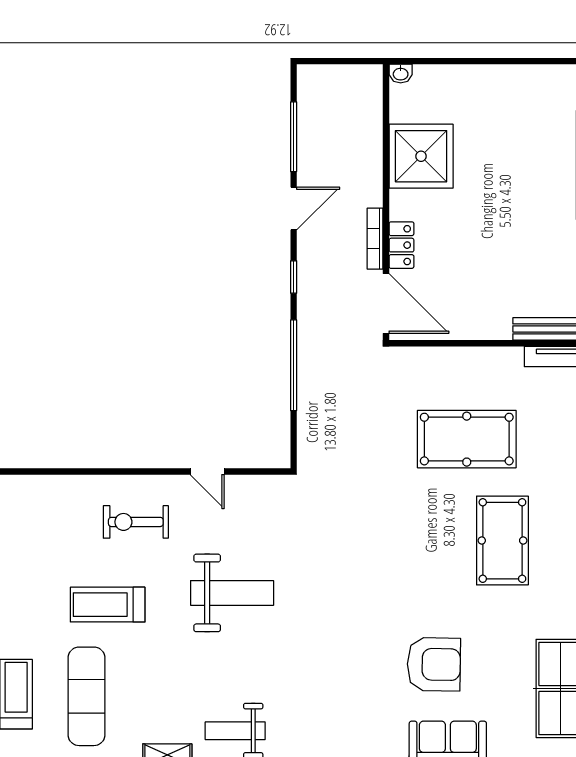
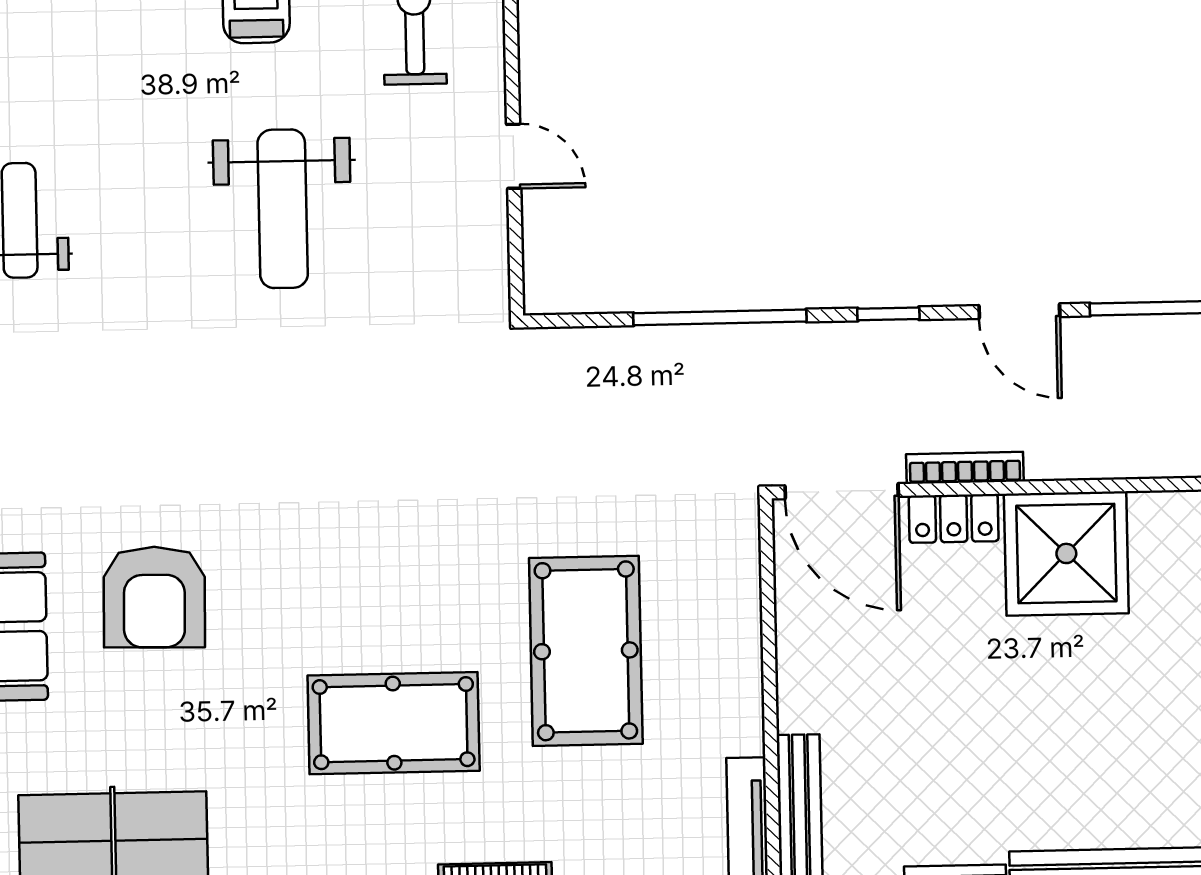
shower: (421, 156) -> (1066, 553), moved
door: (386, 303) -> (842, 491), hinge flipped
door: (207, 471) -> (514, 156), swing flipped

